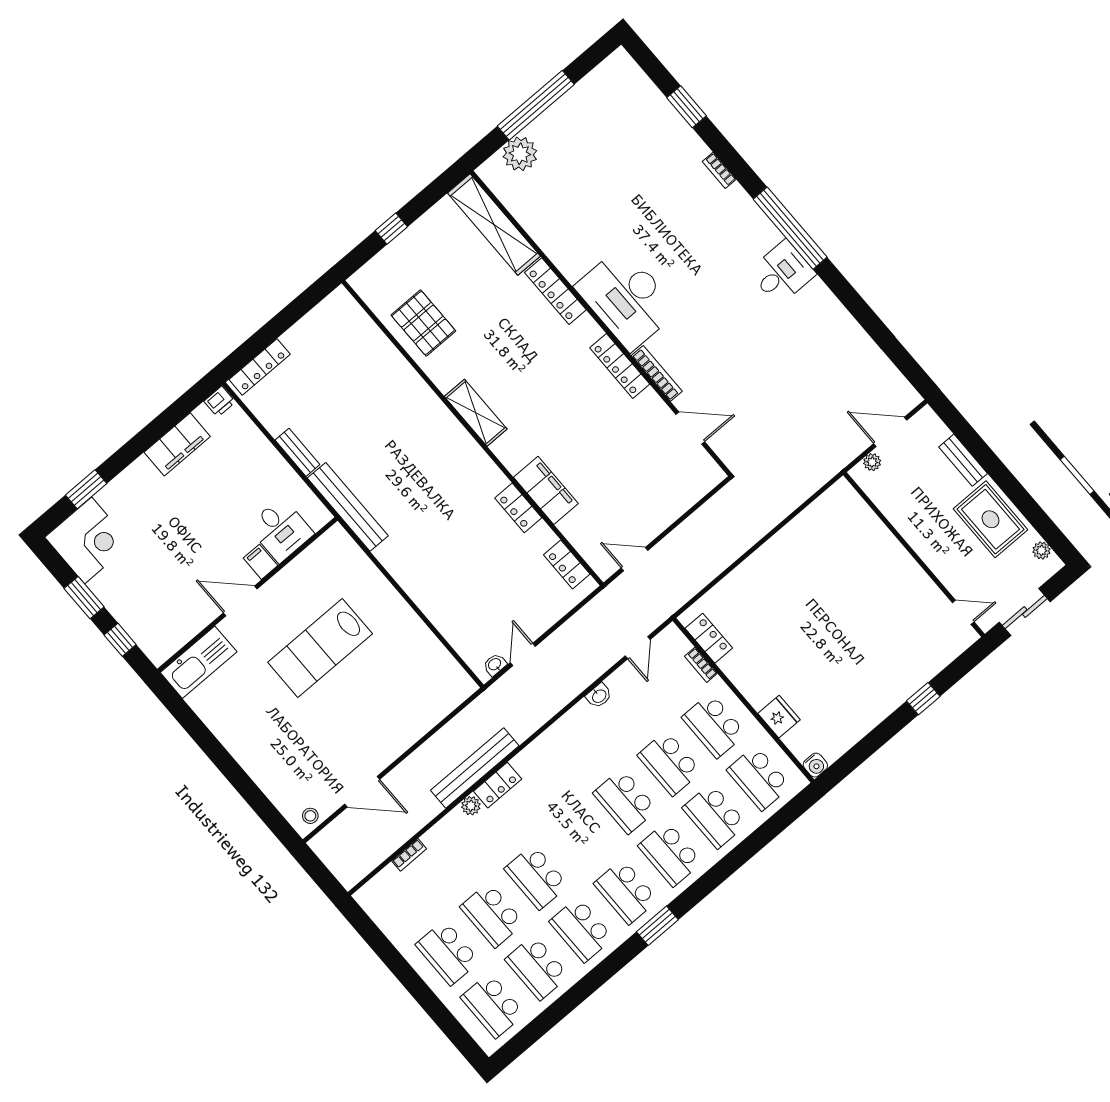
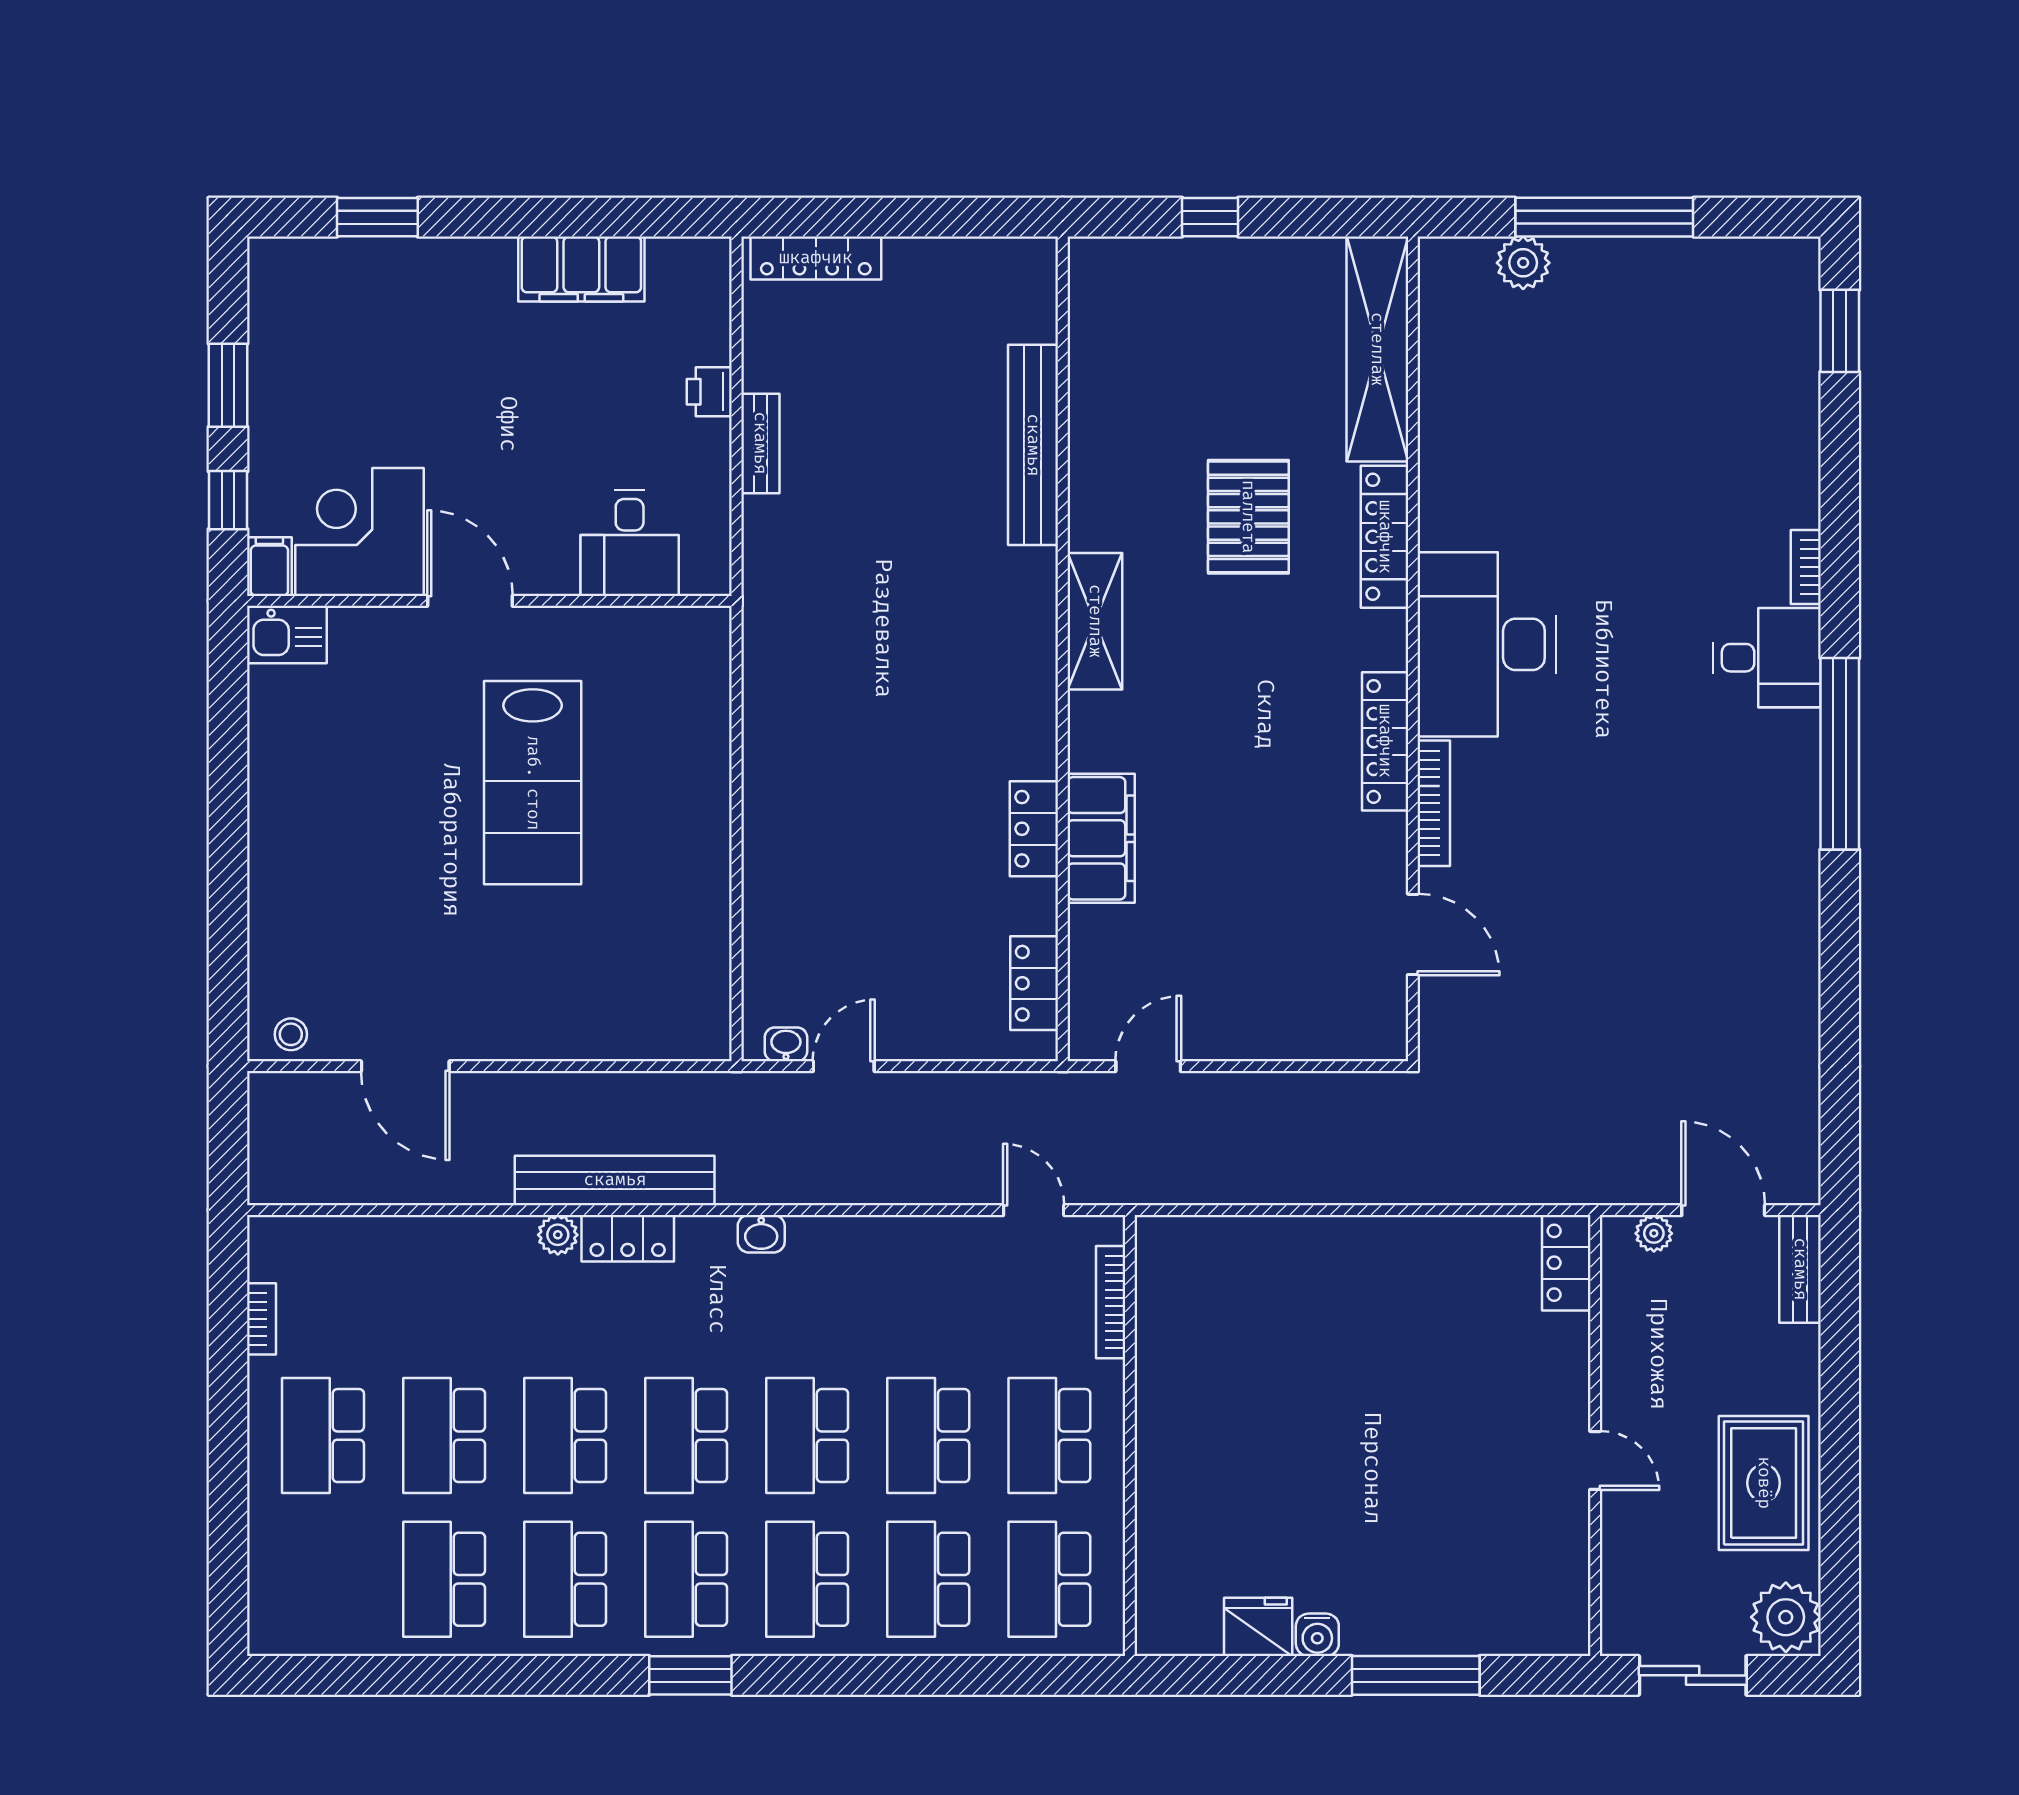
window: (686, 107) -> (1840, 331), moved
plant: (520, 154) -> (1523, 263), width x0.73, depth x0.73
desk: (782, 273) -> (1767, 658), moved
pallet: (423, 323) -> (1248, 517), moved
printer: (220, 402) -> (709, 392), moved, turned 90
bench: (963, 460) -> (1800, 1269), moved
bench: (348, 507) -> (1033, 445), moved
corner desk: (88, 540) -> (359, 532), moved, turned 180
plant: (1042, 550) -> (1786, 1617), width x1.87, depth x1.87
door: (634, 559) -> (1148, 1066), hinge flipped
filing cabinet: (261, 562) -> (269, 567), moved
door: (963, 612) -> (1595, 1460), moved
locker: (709, 638) -> (1566, 1263), moved, turned 180
lab bench: (320, 648) -> (533, 783), turned -90
door: (638, 648) -> (1034, 1210), swing flipped
kitchen sink: (199, 662) -> (287, 634), width x0.53, depth x0.81
bookcase: (701, 665) -> (1111, 1302), width x1.56
washbasin: (599, 696) -> (761, 1234), moved
window: (923, 699) -> (1416, 1675), width x2.17
fridge: (779, 717) -> (1258, 1627), moved, turned -90
water cooler: (815, 765) -> (1317, 1635), moved
bookcase: (409, 855) -> (262, 1319), moved, turned -90
school desk: (493, 1005) -> (686, 1436), moved

